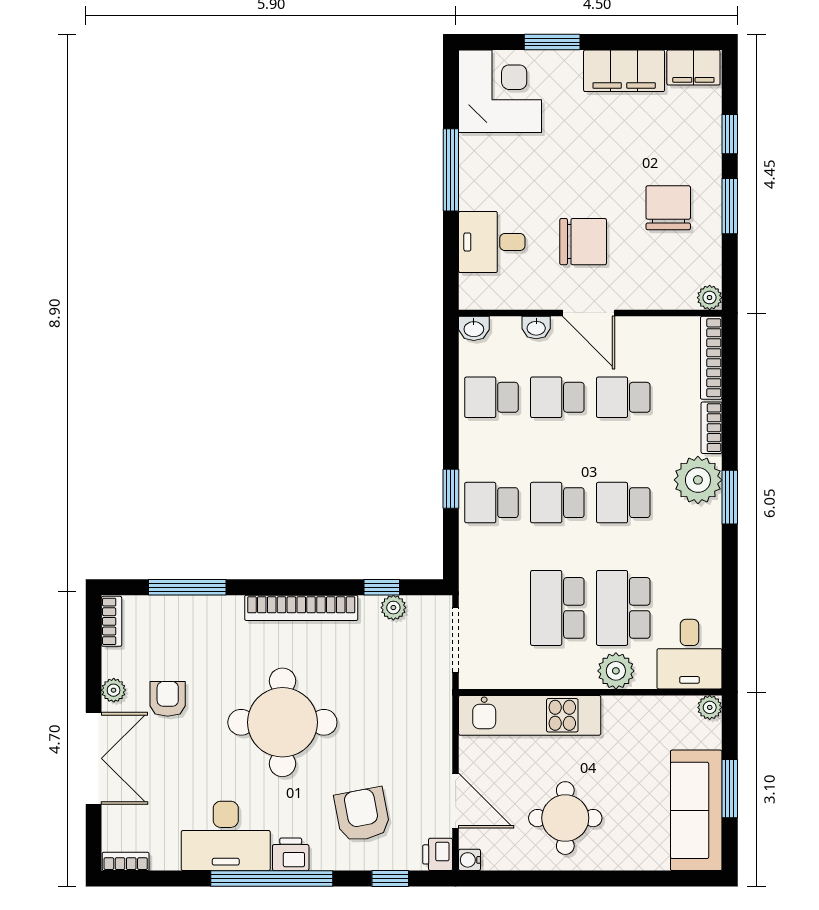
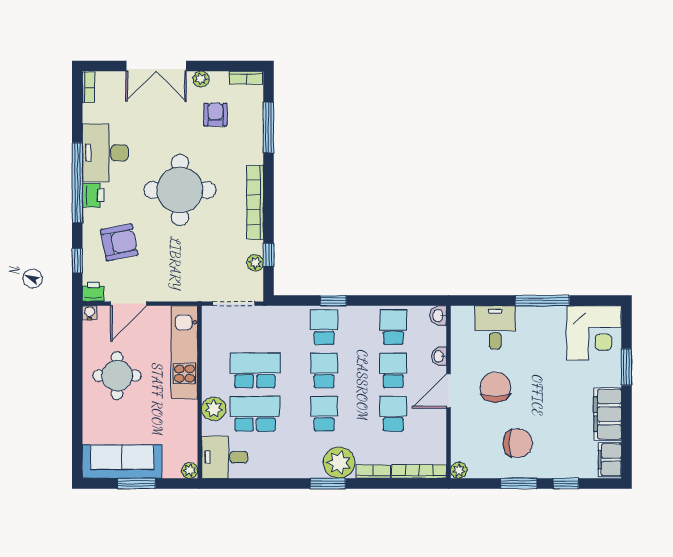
chair: (583, 242) -> (495, 387), turned 180
armchair: (168, 699) -> (215, 115), moved, turned -90

